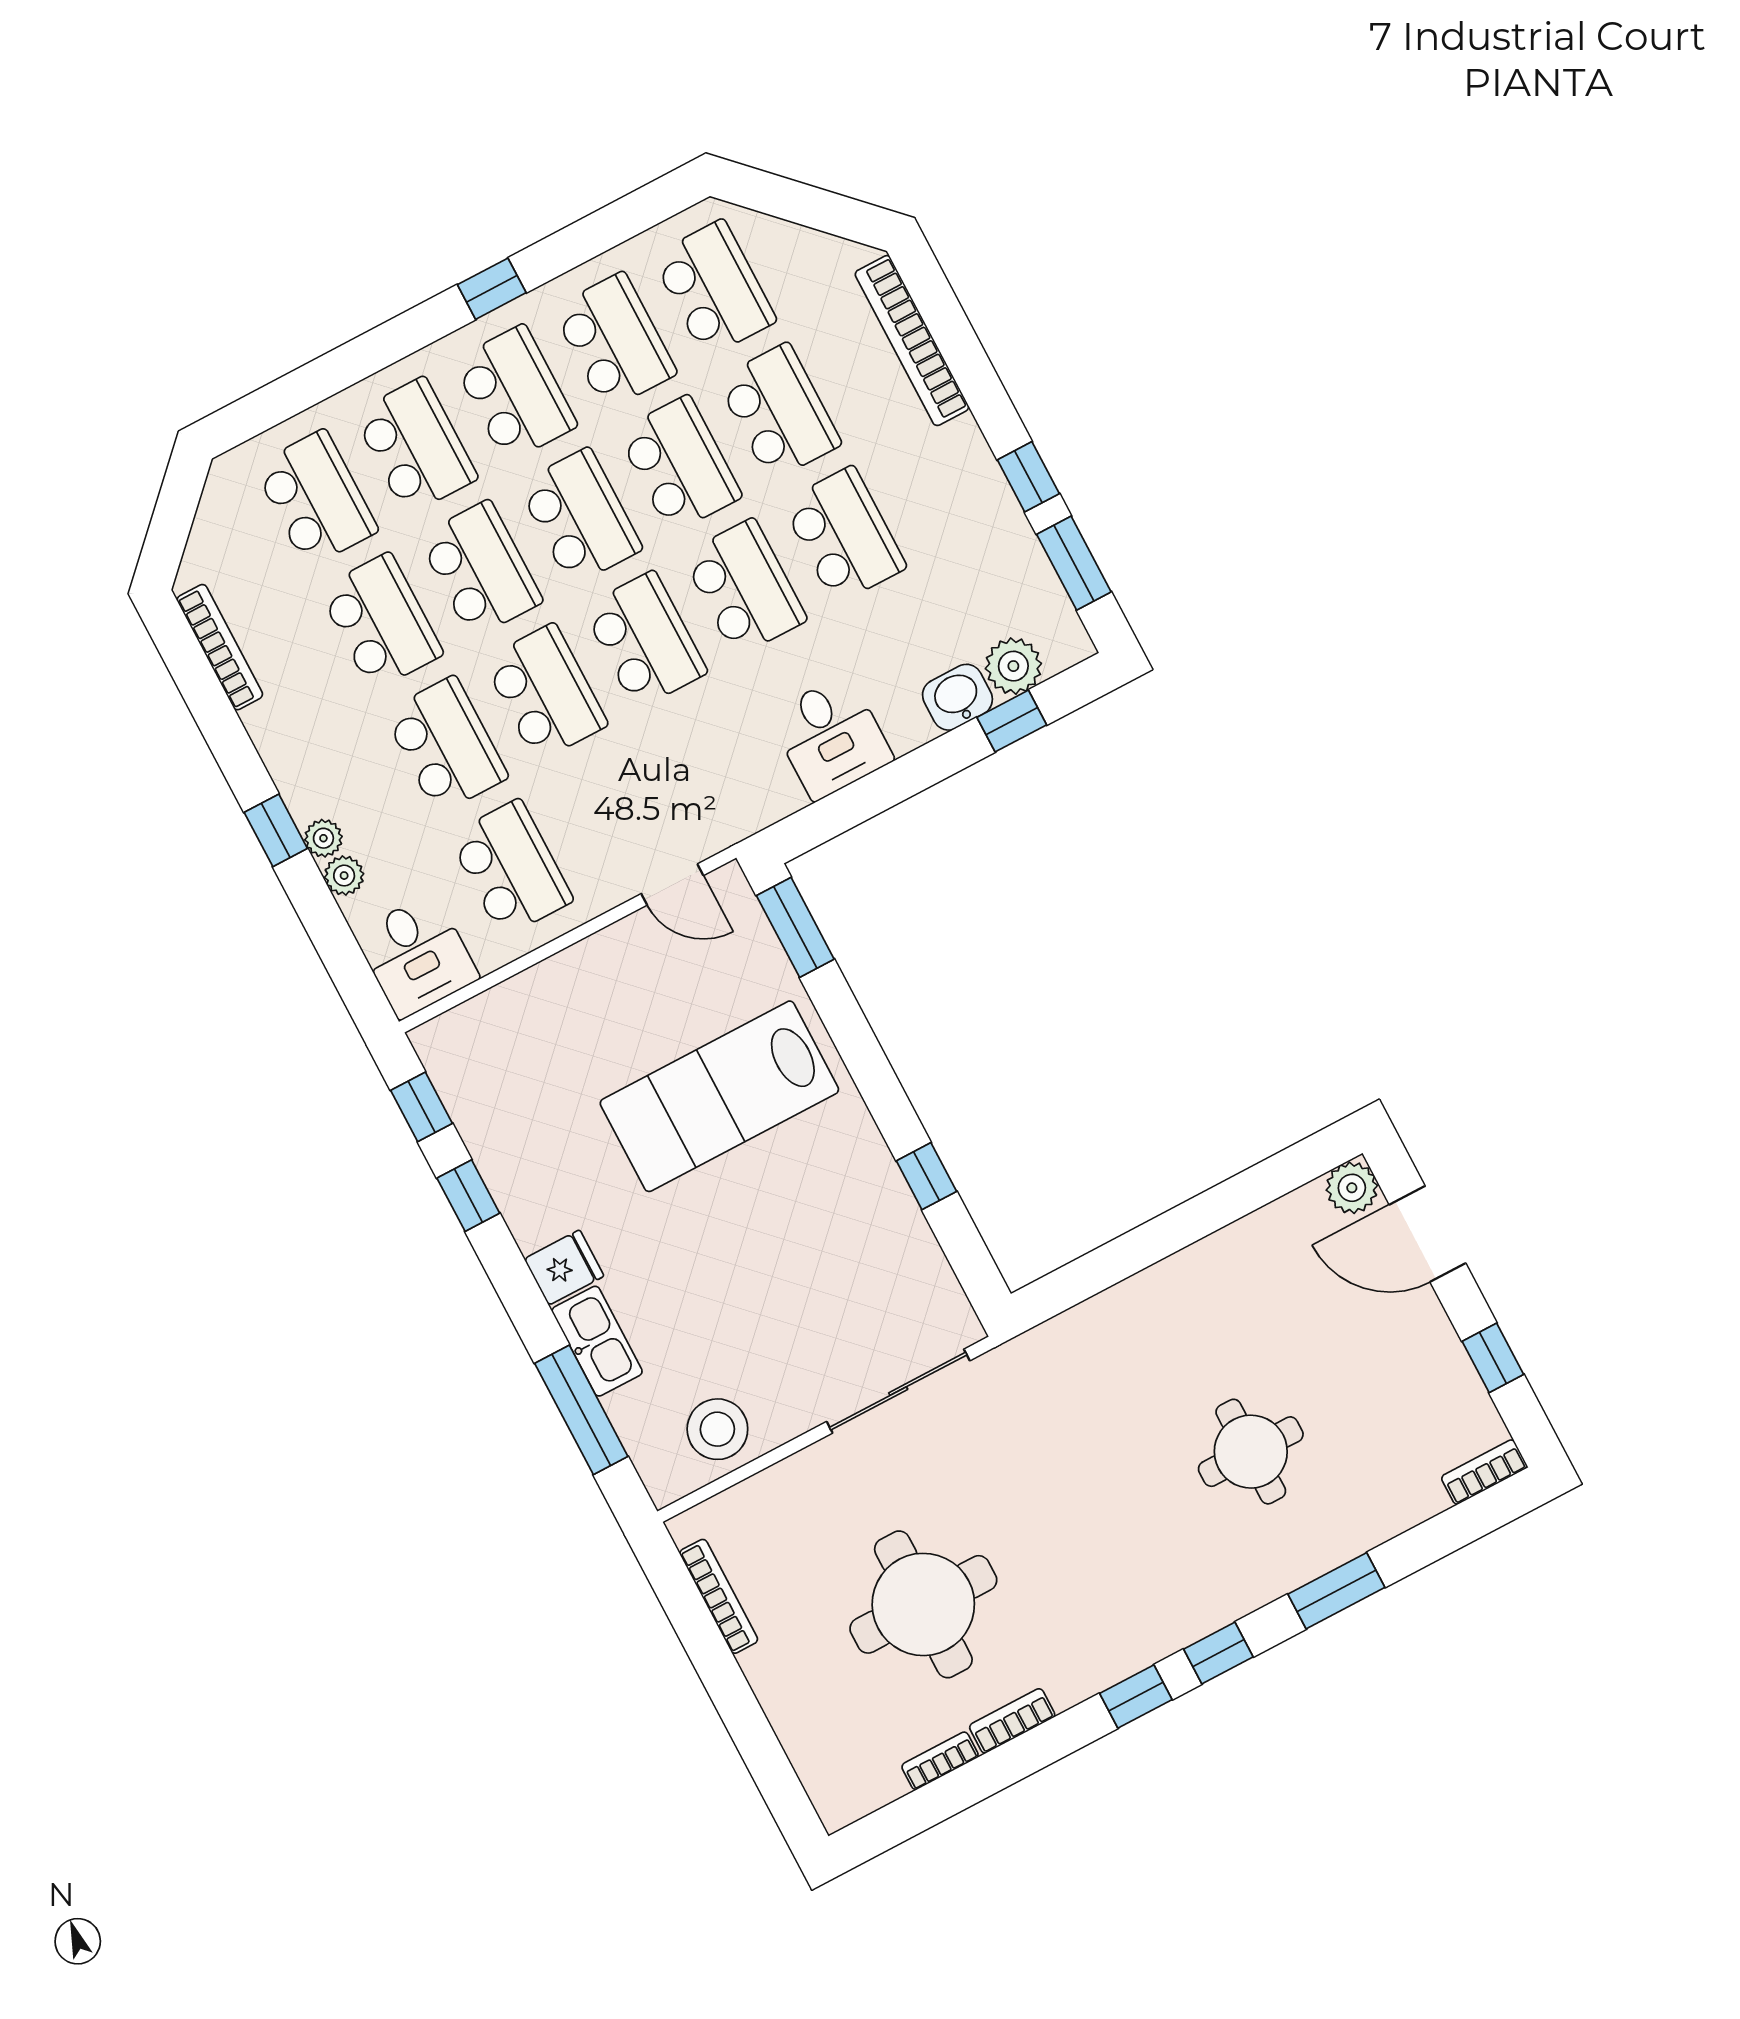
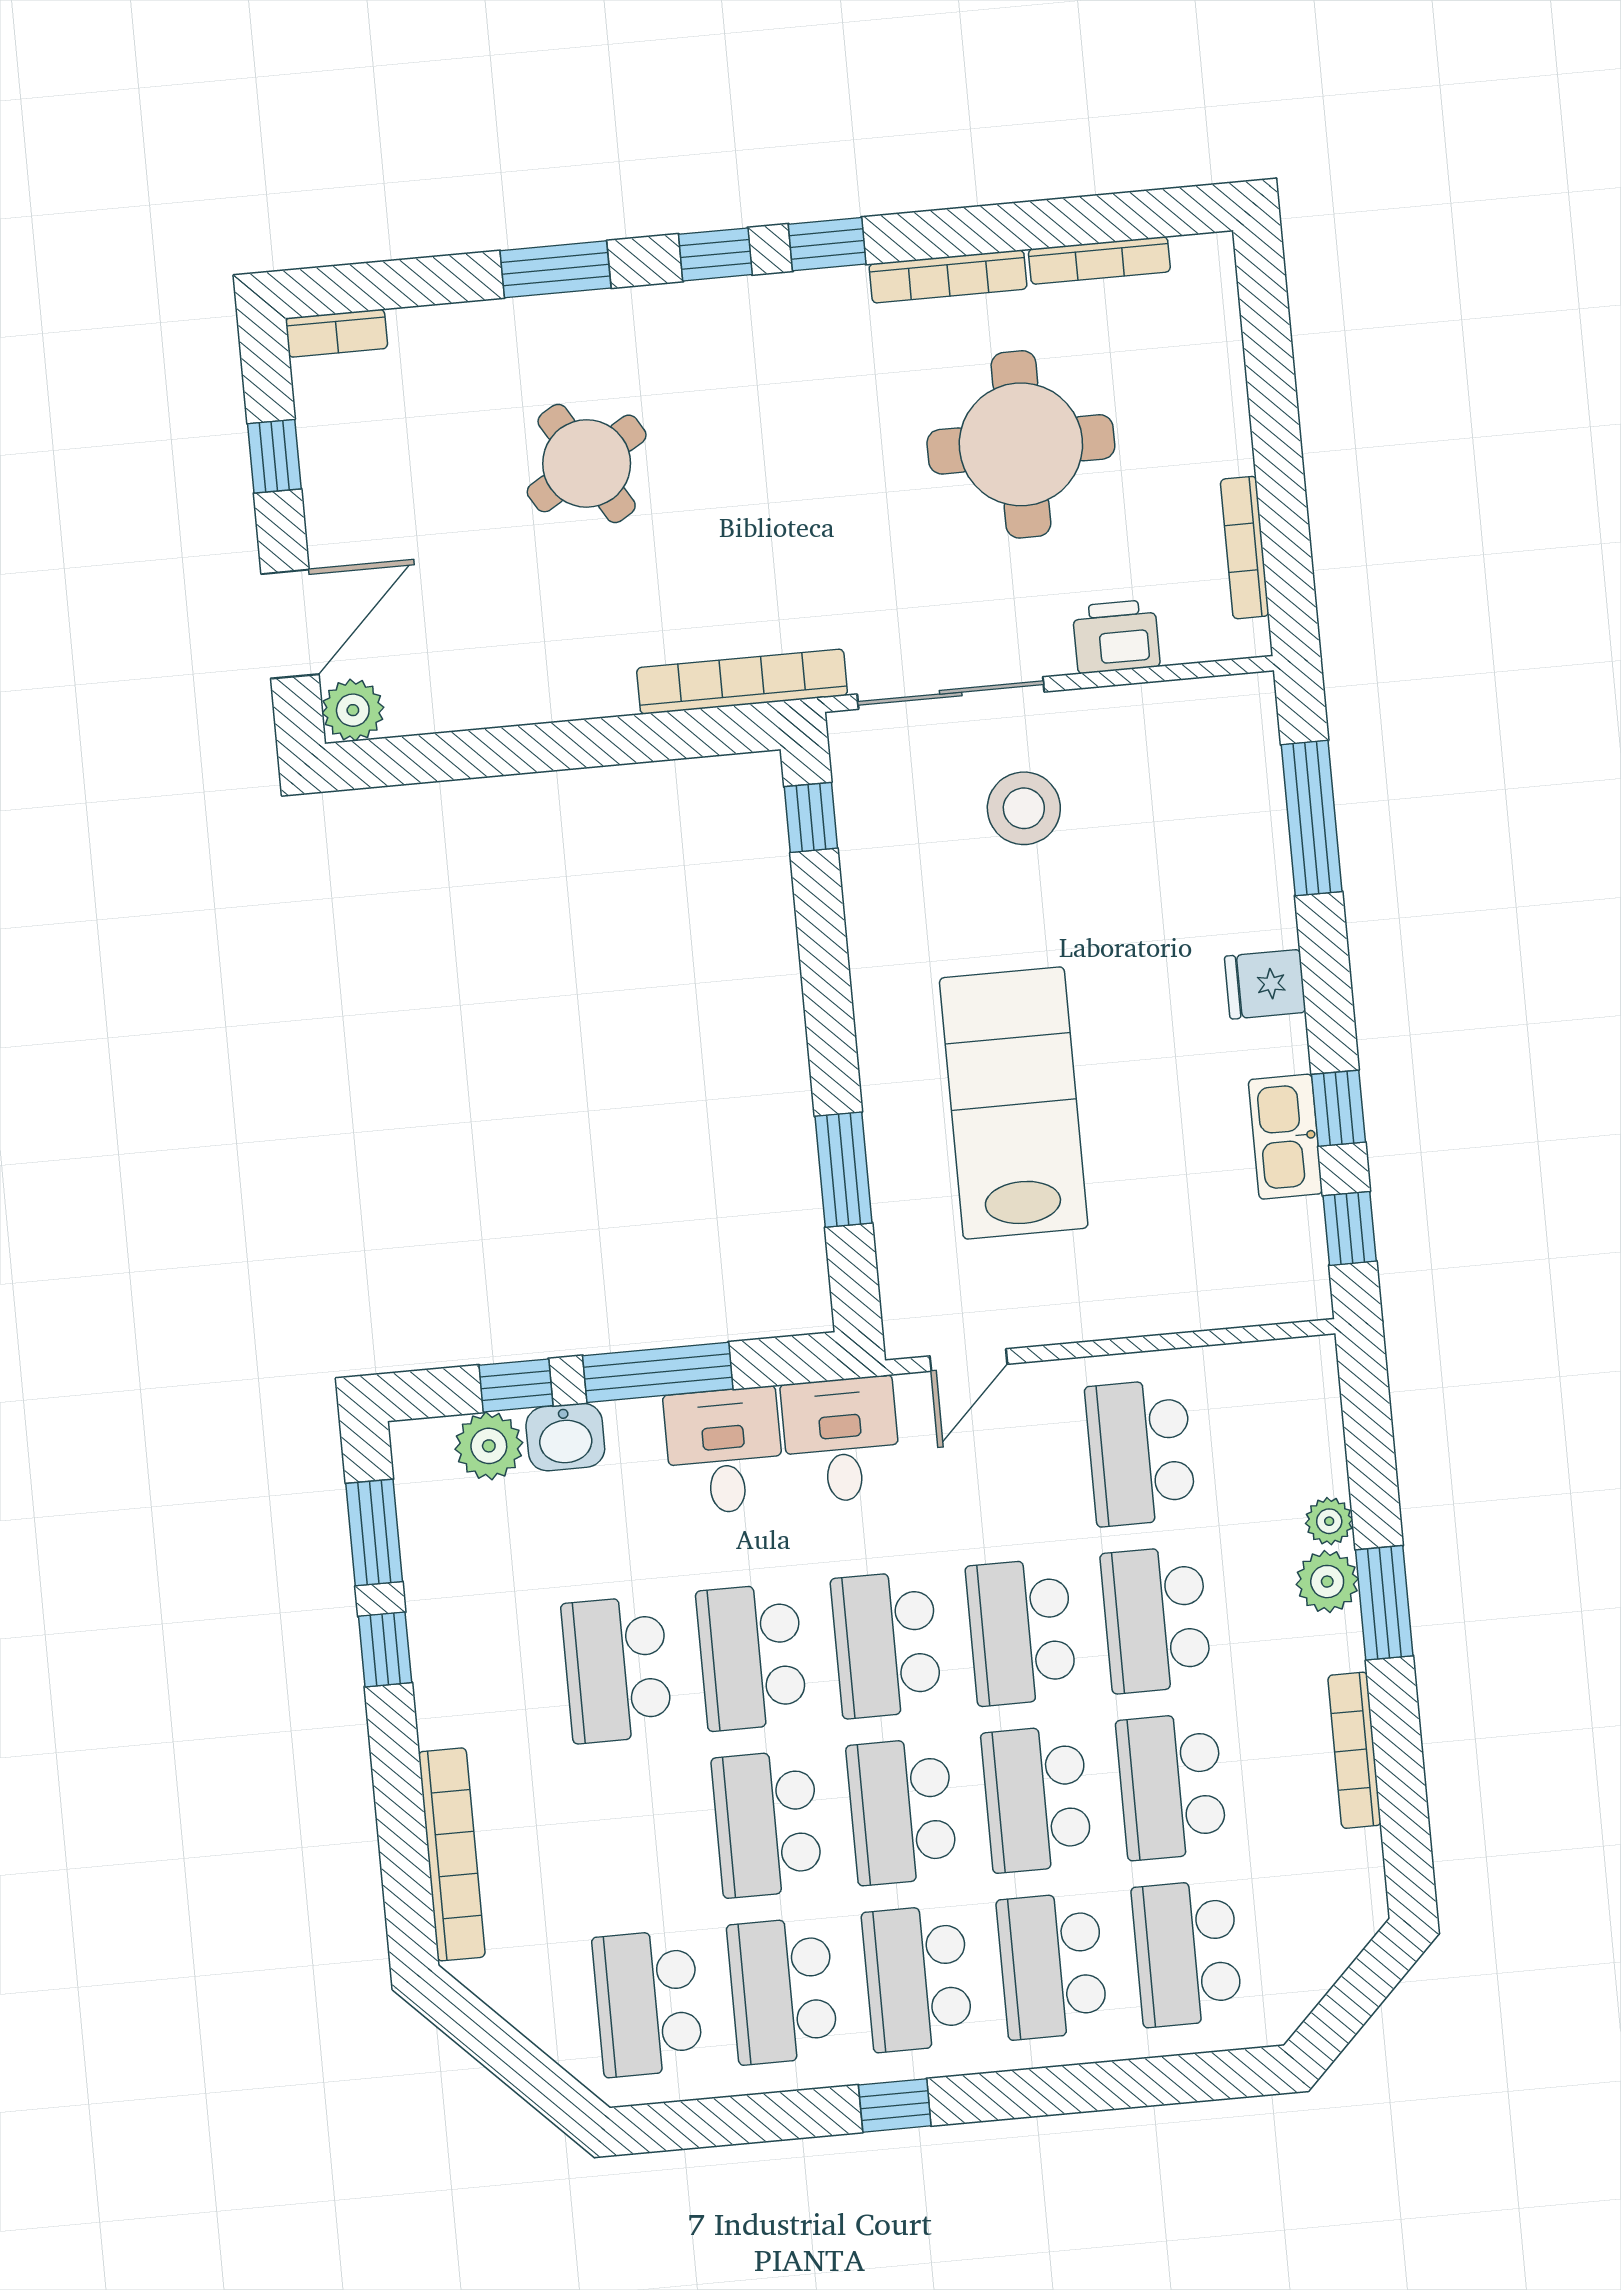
school desk: (779, 412) -> (632, 1836), removed
bookcase: (220, 647) -> (1355, 1750), moved
window: (907, 776) -> (658, 1372), added
window: (276, 830) -> (1384, 1603), width x1.50
plant: (323, 838) -> (1327, 1582), width x1.38, depth x1.38
door: (672, 885) -> (969, 1360), swing flipped
window: (795, 927) -> (844, 1170), moved
desk: (417, 956) -> (841, 1440), moved
lab bench: (719, 1096) -> (1014, 1103), turned -90
window: (926, 1176) -> (811, 817), moved
door: (1428, 1234) -> (290, 624), hinge flipped
bookcase: (1062, 1334) -> (742, 682), added
kitchen sink: (597, 1341) -> (1285, 1137), moved
stool: (717, 1429) -> (1024, 808), moved
round table: (1251, 1452) -> (587, 463), turned -31
printer: (789, 1487) -> (1116, 636), added
bookcase: (1012, 1721) -> (948, 277), width x1.56
bookcase: (940, 1761) -> (1099, 260), width x1.56

